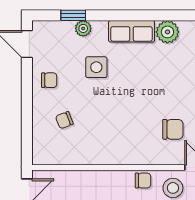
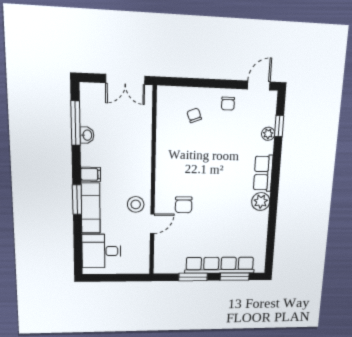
side table: (96, 67) -> (236, 144), removed
chair: (143, 180) -> (142, 180), removed

